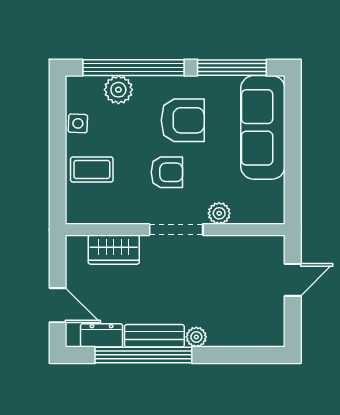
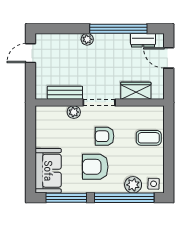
side table: (78, 123) -> (154, 184), moved
sofa: (263, 127) -> (48, 171), width x0.73
door: (293, 280) -> (30, 53), moved
bench: (154, 336) -> (65, 93), moved

